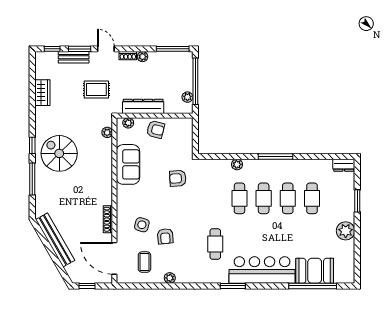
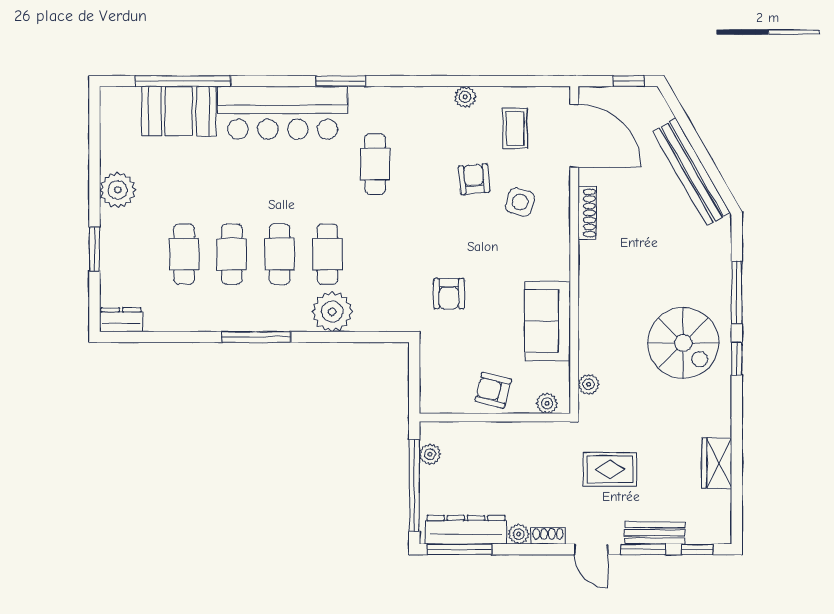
dresser: (143, 106) -> (466, 530), moved, turned 180
plant: (237, 164) -> (332, 312), width x1.88, depth x1.88
armchair: (178, 178) -> (449, 294), turned 93

